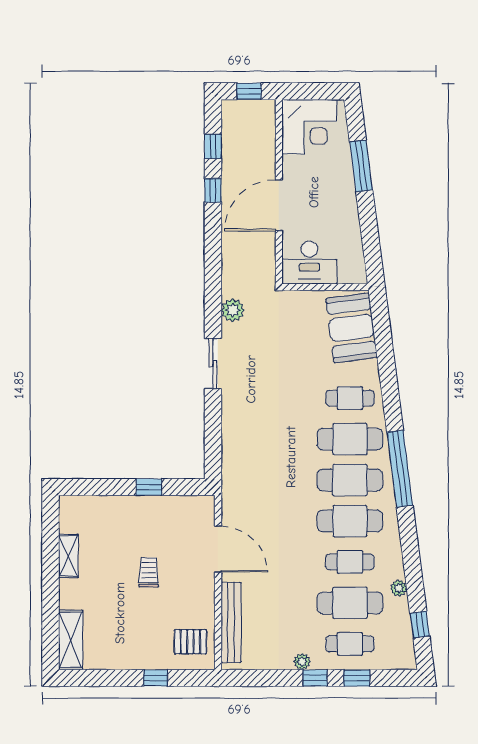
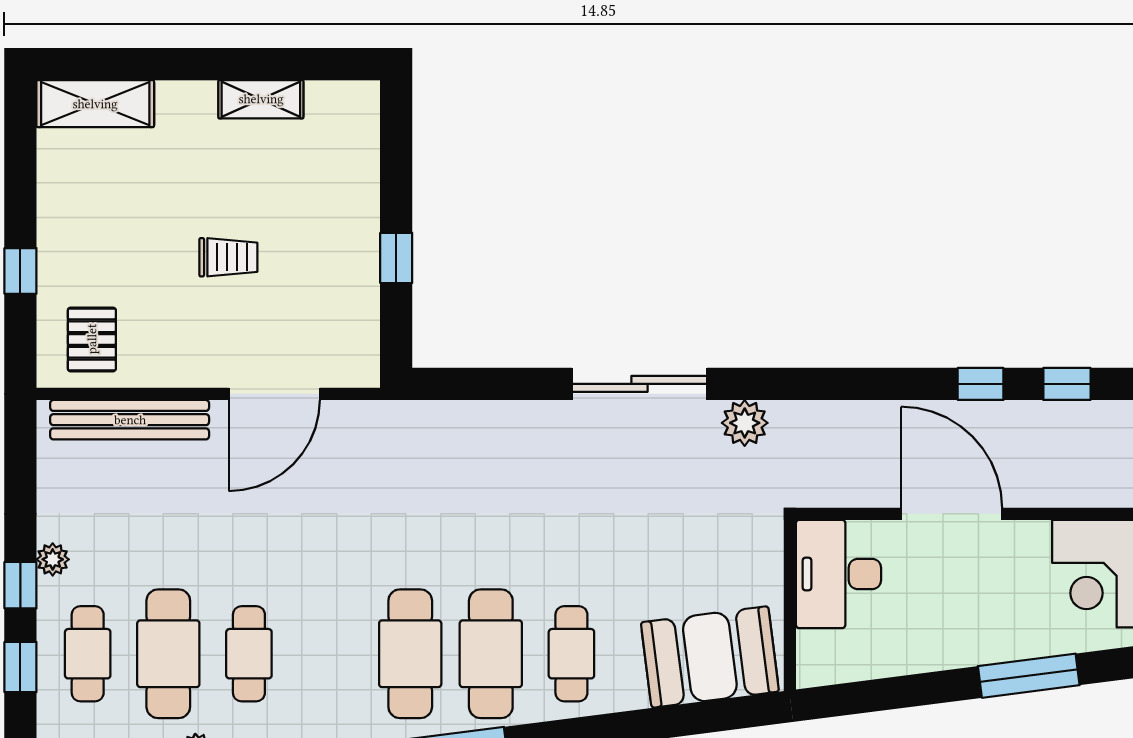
sliding door: (213, 364) -> (639, 384), width x1.37
cafe table: (350, 521) -> (330, 654), removed

